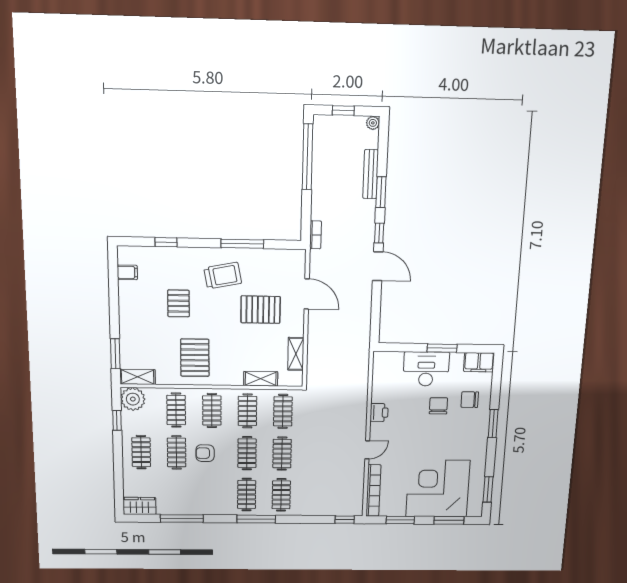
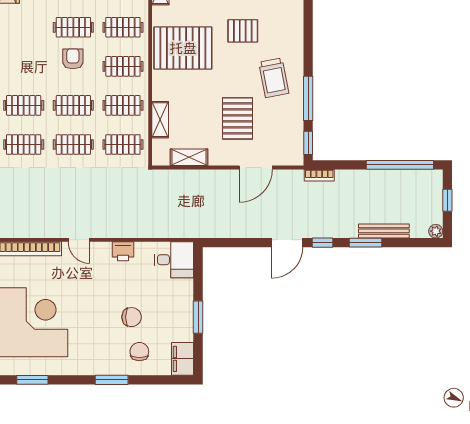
window: (166, 242) -> (308, 143), moved
pallet: (195, 358) -> (183, 48), width x1.37, depth x1.41
desk: (426, 369) -> (174, 260), moved, width x0.73

